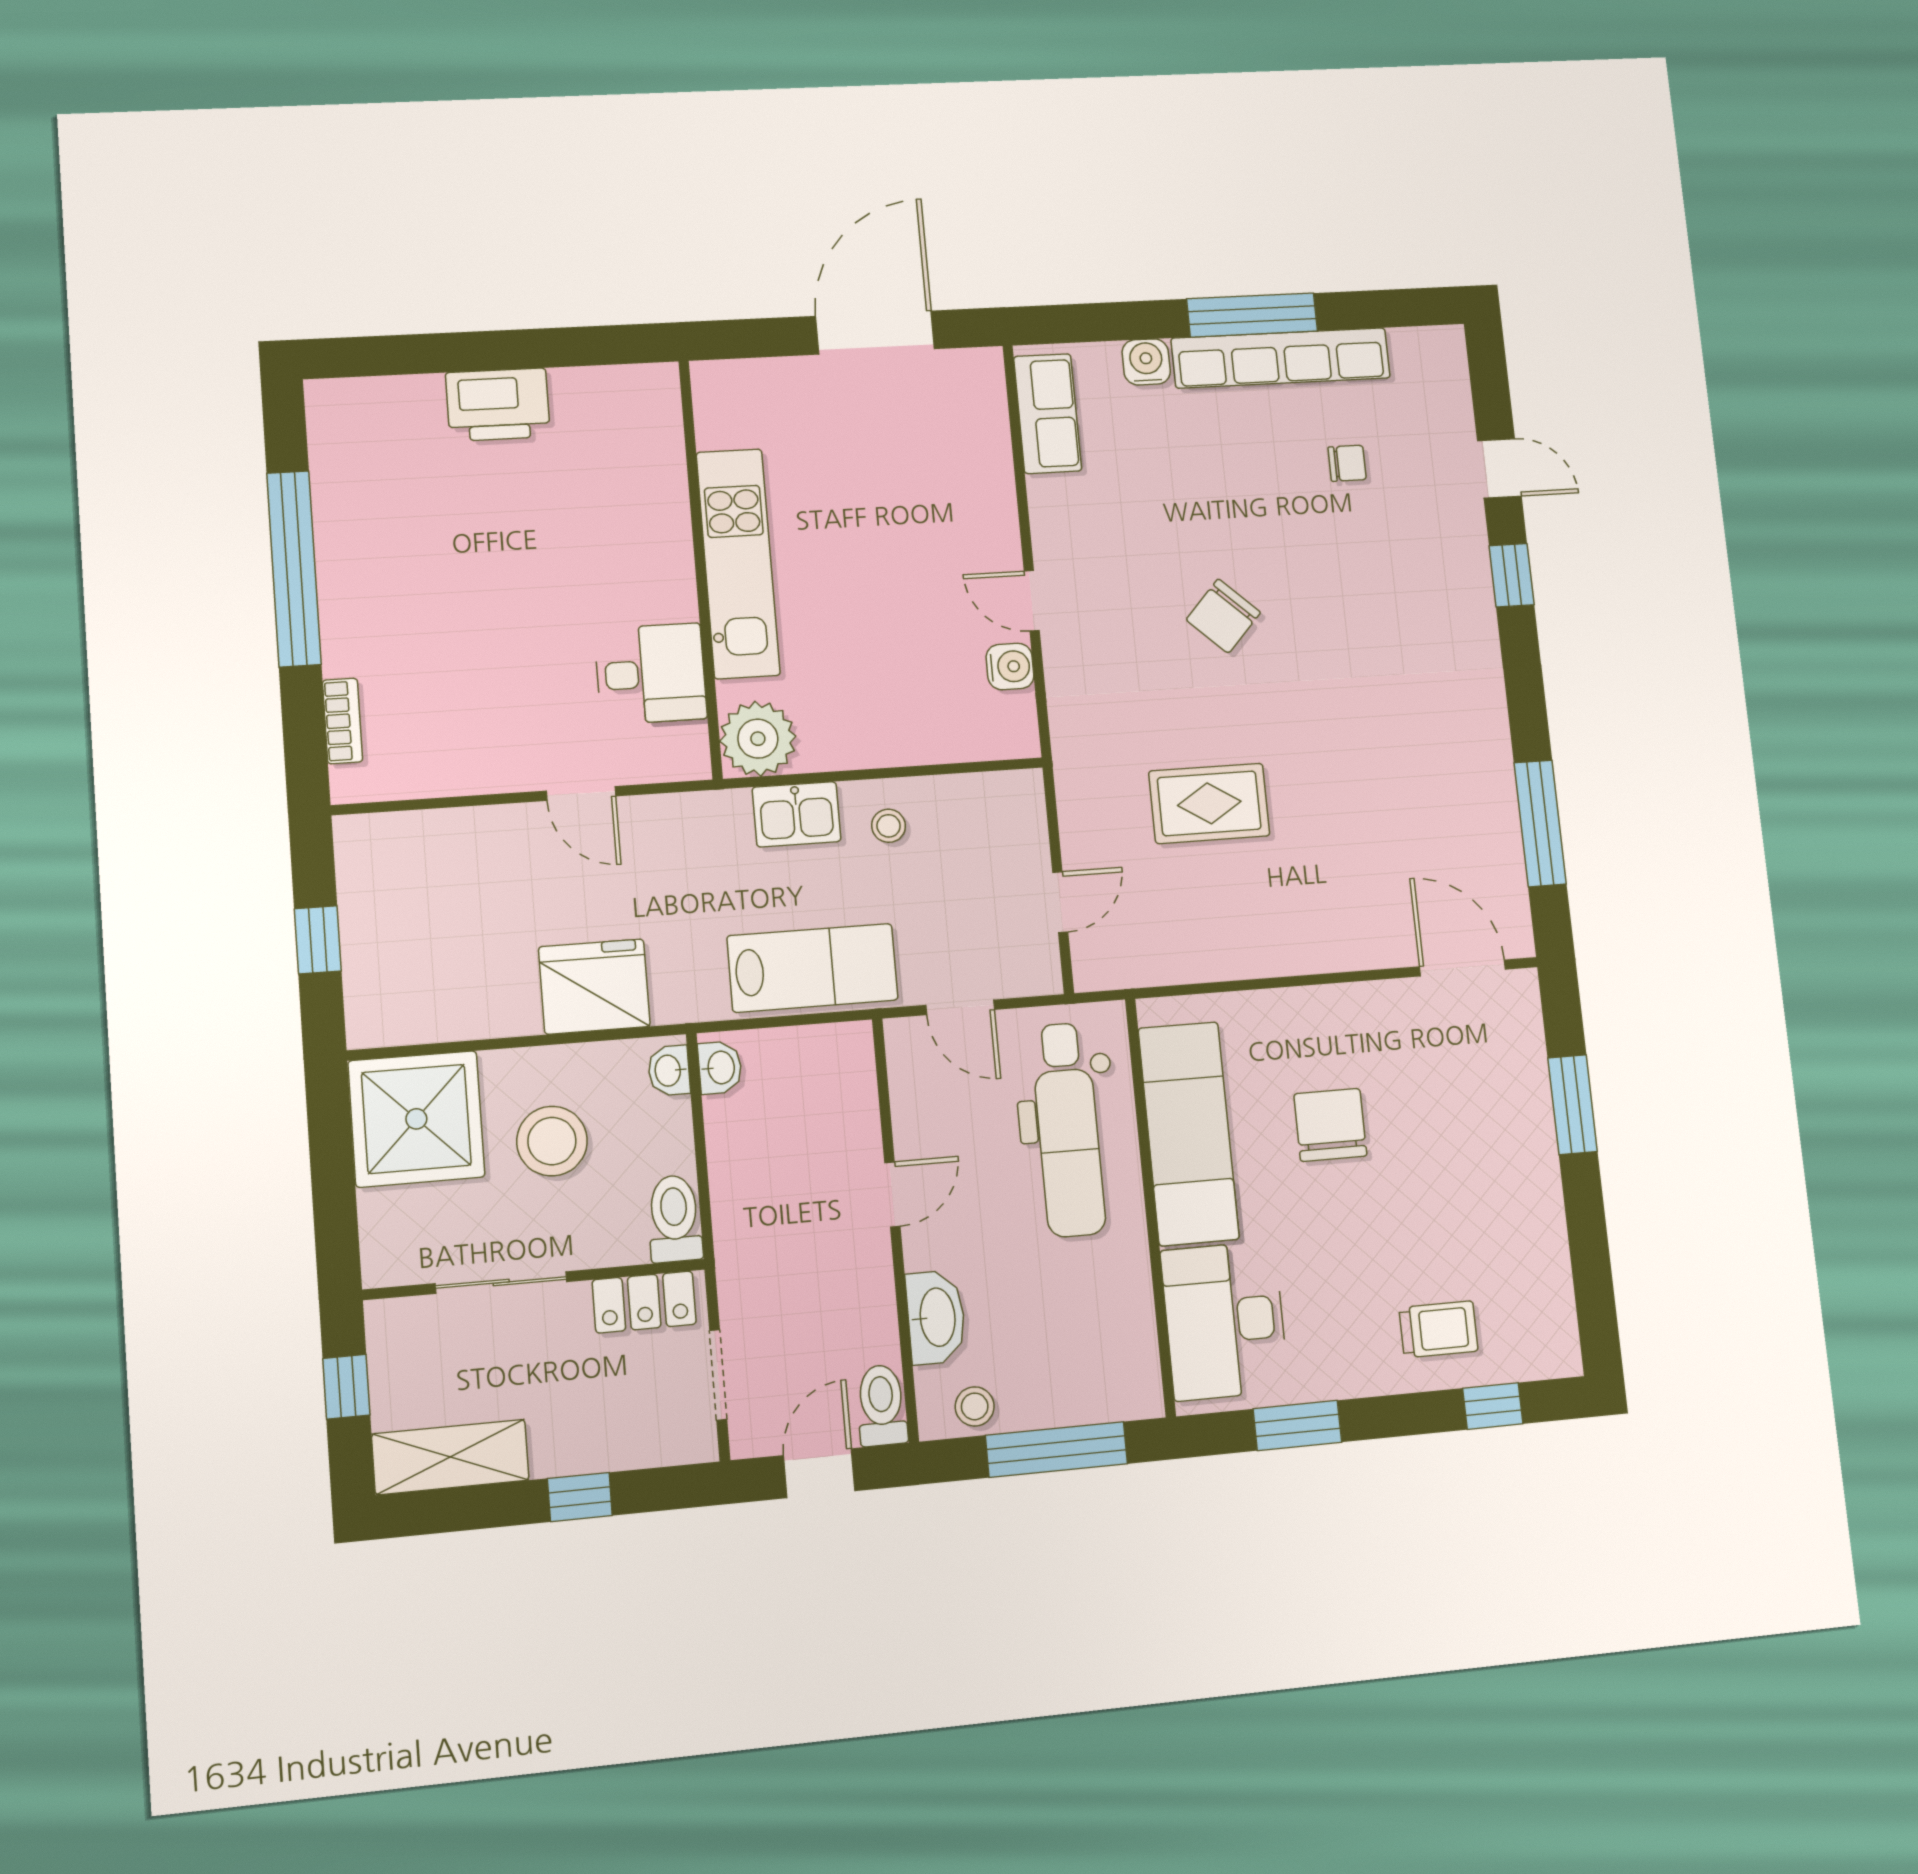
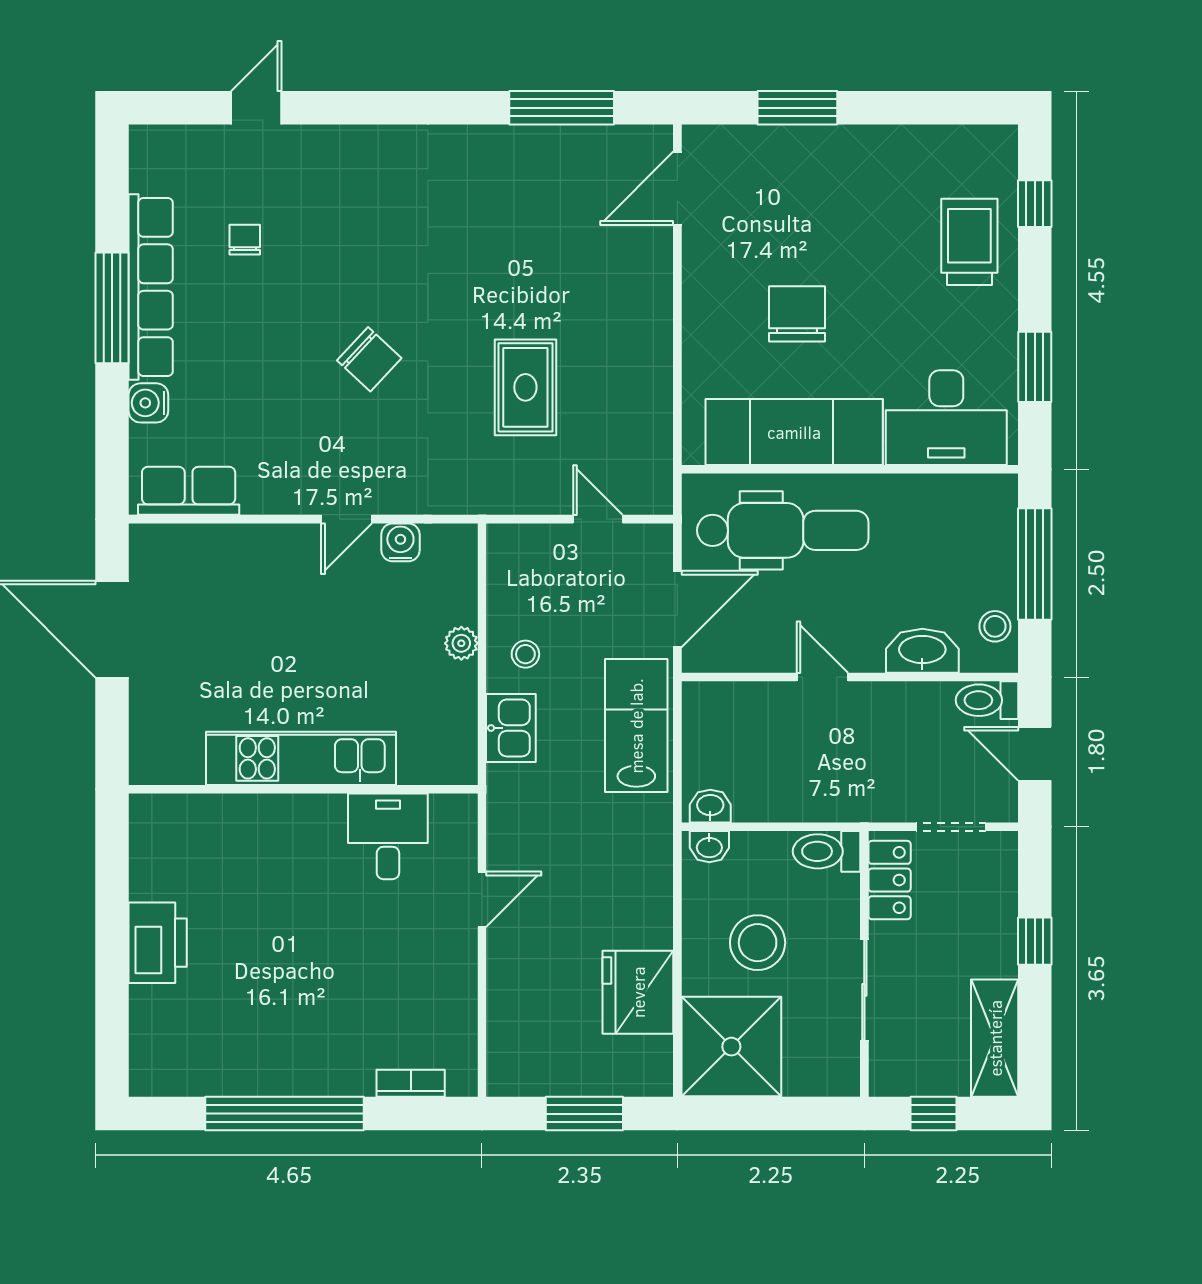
window: (1512, 575) -> (349, 108), removed
plant: (758, 739) -> (461, 643), moved, width x0.53, depth x0.53
window: (318, 940) -> (584, 1114), width x1.50
fridge: (594, 987) -> (638, 992), moved
door: (960, 1007) -> (677, 609), width x1.38
chair: (1330, 1125) -> (797, 314), turned 90
trolley: (1439, 1329) -> (969, 242), width x1.36, depth x1.39

